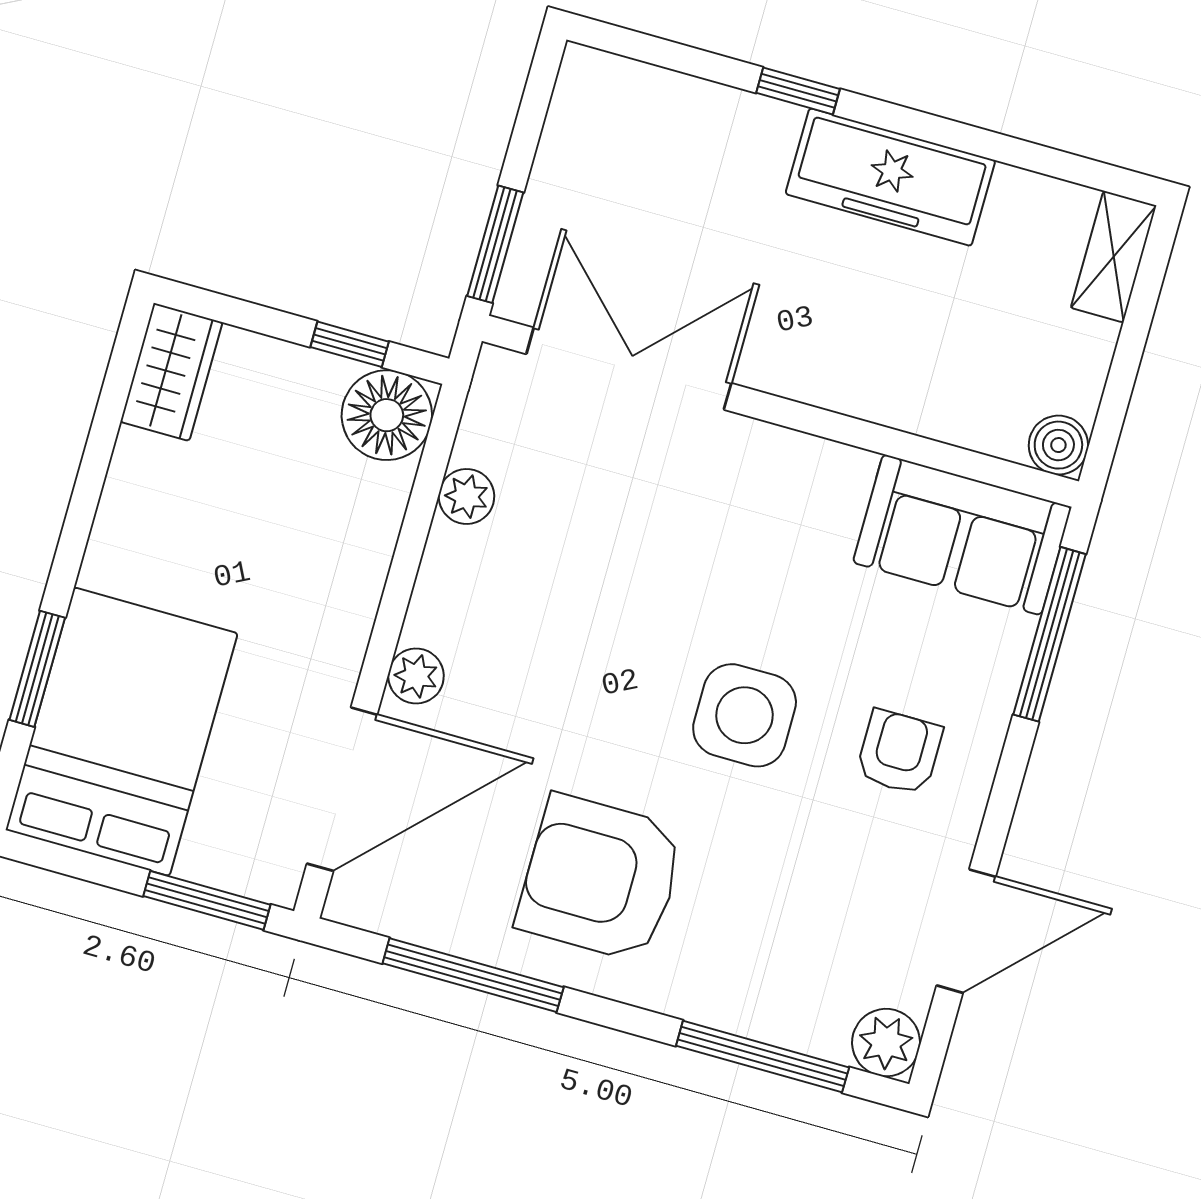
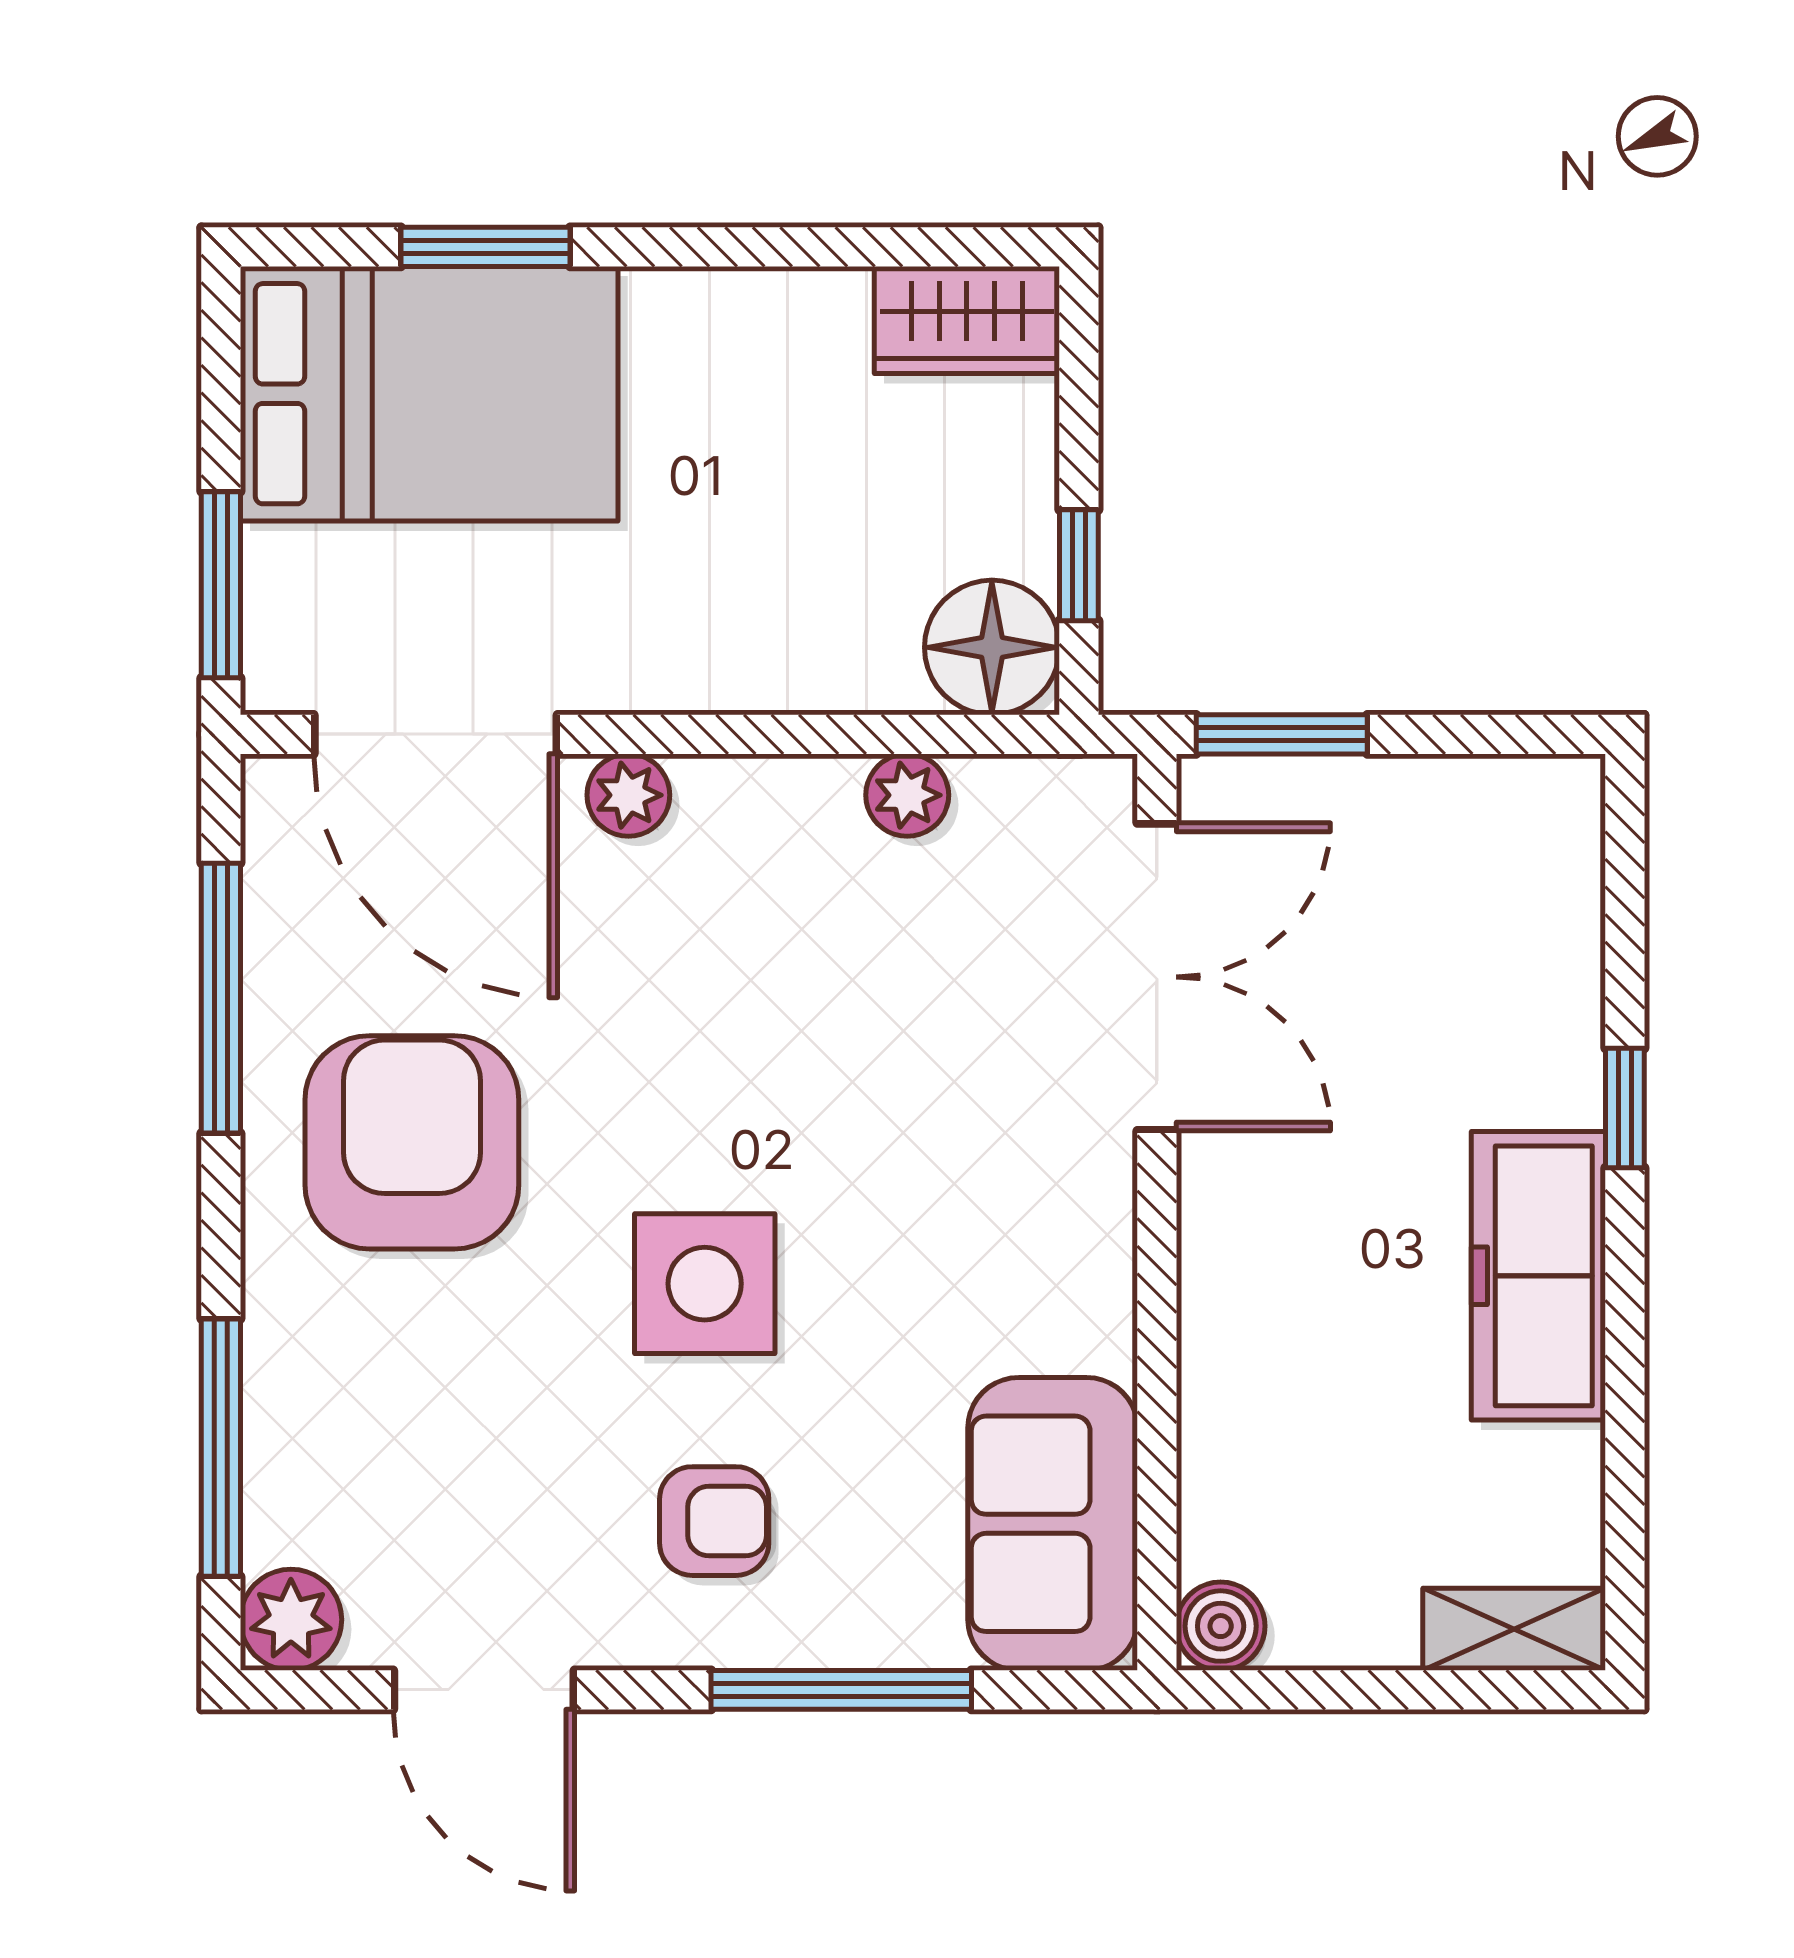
window: (1050, 634) -> (841, 1690), moved

